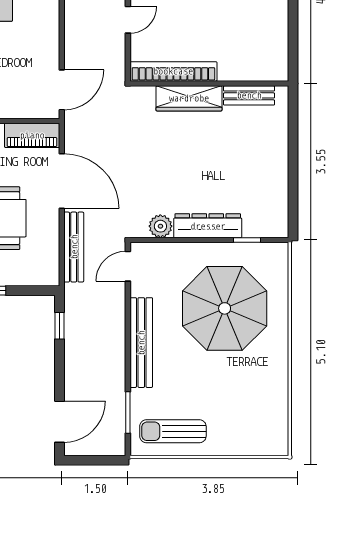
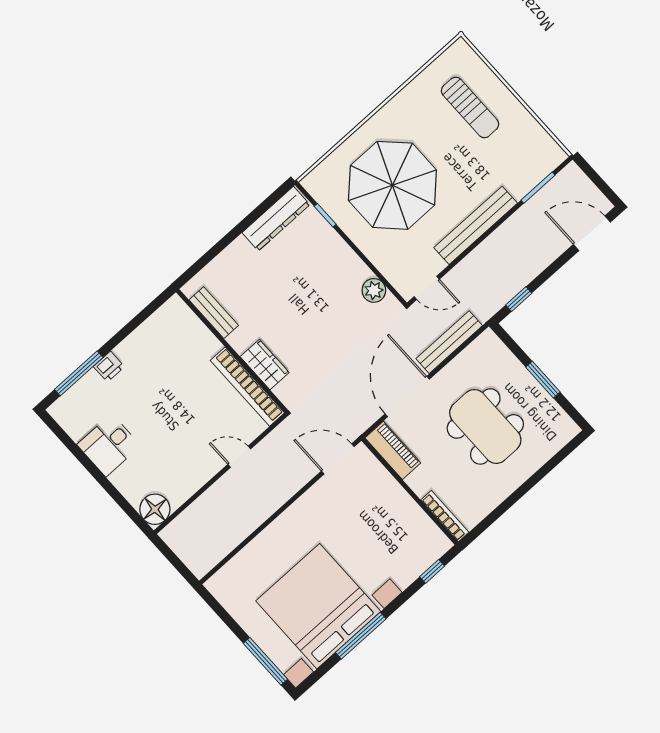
wardrobe: (189, 98) -> (265, 365), width x0.67
dresser: (208, 226) -> (276, 219), moved, turned -90
sun lounger: (173, 431) -> (470, 107), moved

